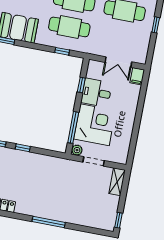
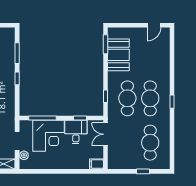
double door: (118, 62) -> (106, 134), moved
plant: (77, 150) -> (24, 155), moved

